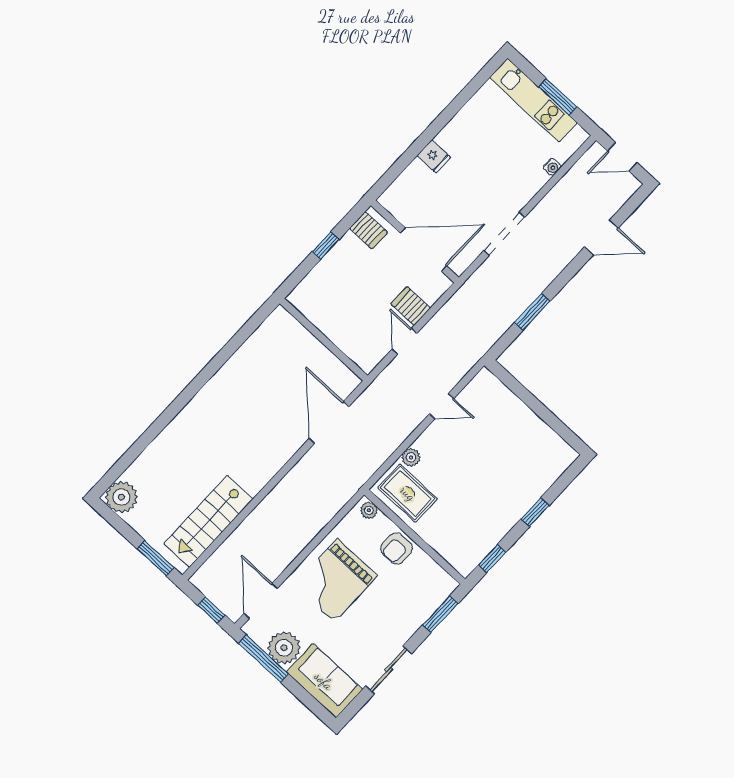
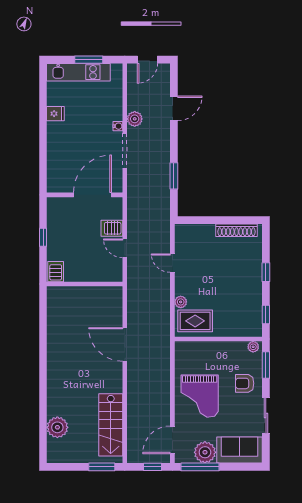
fridge: (434, 156) -> (55, 114), moved
water cooler: (552, 167) -> (118, 126), moved
plant: (548, 209) -> (135, 119), added
server rack: (368, 230) -> (56, 272), moved, turned -90
door: (442, 406) -> (172, 263), swing flipped
door: (329, 423) -> (125, 344), moved
shoe rack: (546, 436) -> (236, 230), added
plant: (121, 497) -> (57, 427), moved
plant: (369, 510) -> (253, 347), moved
armchair: (397, 548) -> (245, 383), moved, turned 90
door: (261, 601) -> (172, 440), hinge flipped

